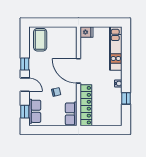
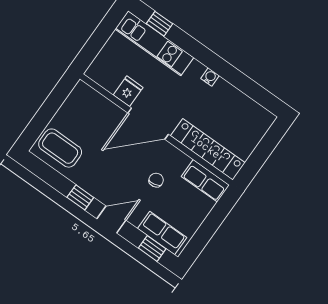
fridge: (86, 32) -> (128, 91), moved
window: (126, 98) -> (160, 24), moved

